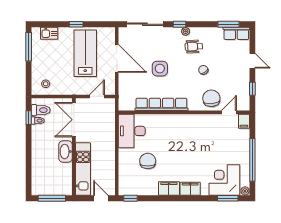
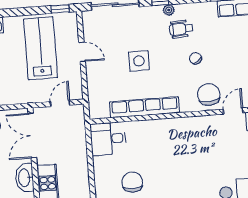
window: (76, 24) -> (60, 9), moved
door: (117, 58) -> (82, 52), width x0.53
desk: (132, 131) -> (108, 139), width x0.73

